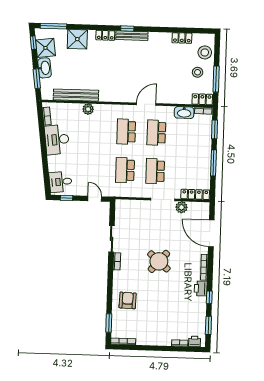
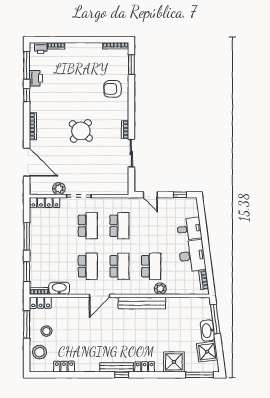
window: (33, 43) -> (220, 357), removed
window: (37, 79) -> (215, 319), width x1.44
bench: (76, 95) -> (142, 303), moved
school desk: (96, 131) -> (151, 266), added
desk: (60, 182) -> (189, 229), moved
printer: (201, 288) -> (36, 78), moved
armchair: (128, 300) -> (112, 89), turned 88
window: (208, 325) -> (27, 65), width x1.44

